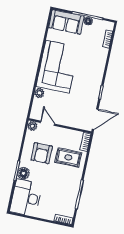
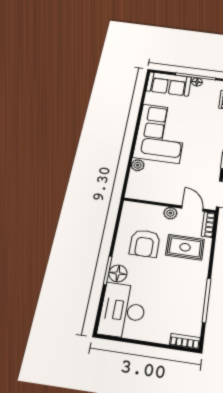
door: (47, 123) -> (192, 209), moved
plant: (32, 126) -> (170, 213), moved

